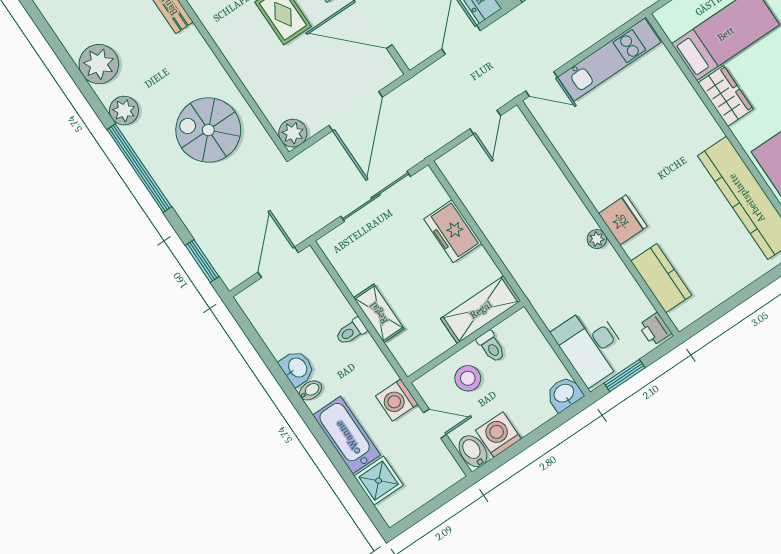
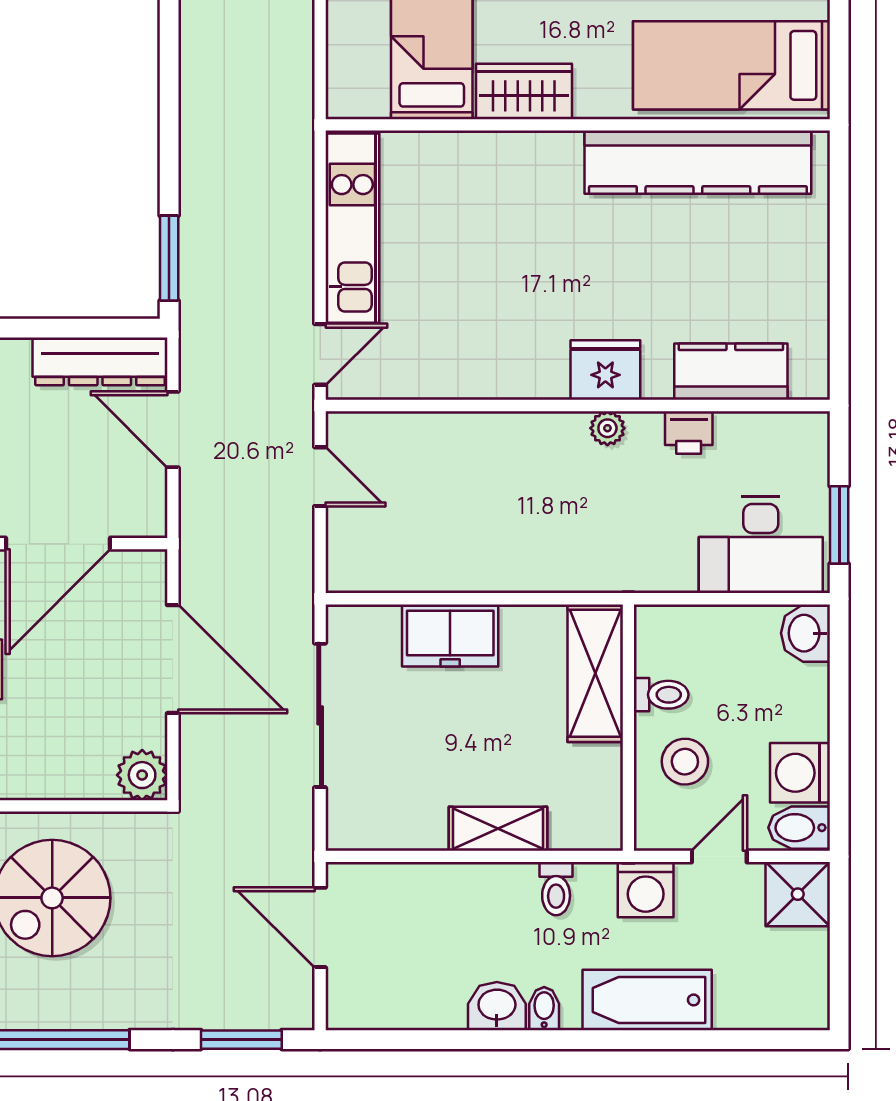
printer: (655, 329) -> (689, 432), moved
toilet: (351, 332) -> (556, 889), moved
shower: (379, 481) -> (798, 894), moved

